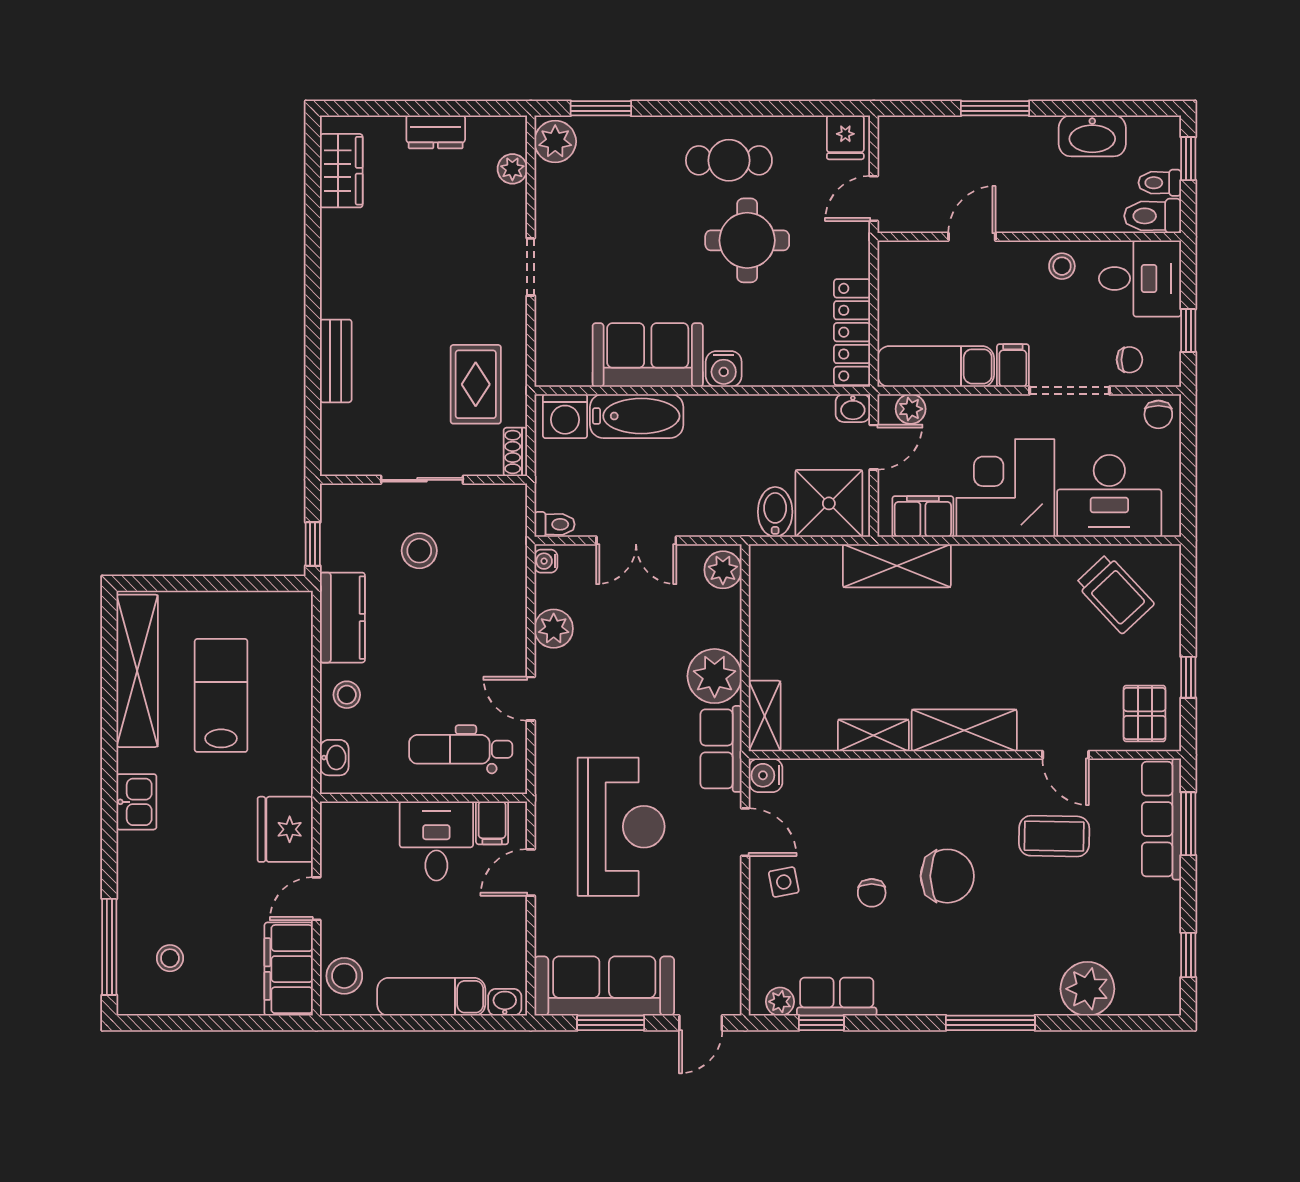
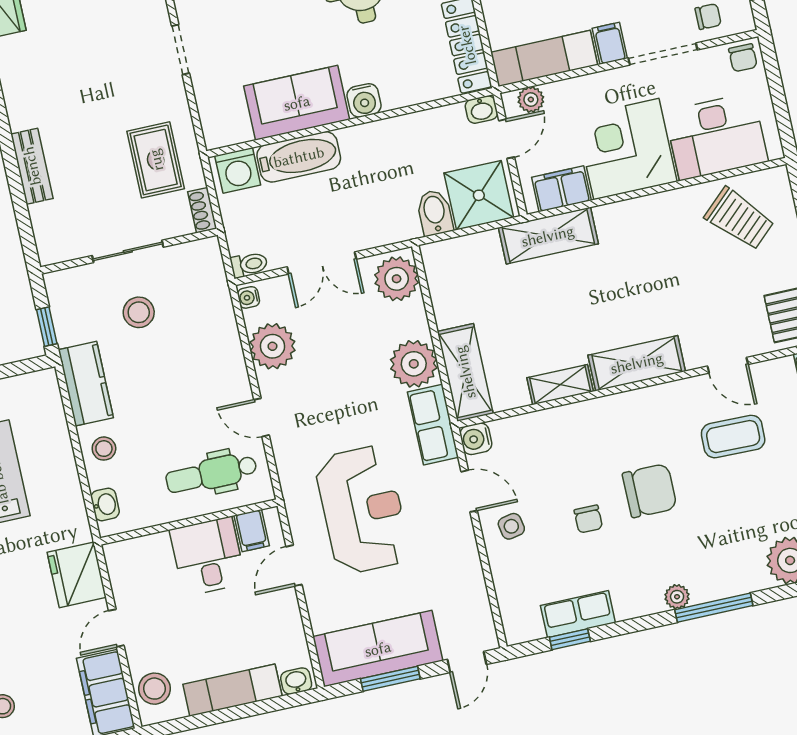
plant: (723, 570) -> (397, 279), width x1.36, depth x1.36
plant: (554, 629) -> (272, 346), width x1.36, depth x1.36
shelving: (765, 716) -> (465, 372), width x1.50, depth x1.33
plant: (780, 1002) -> (677, 597), moved

